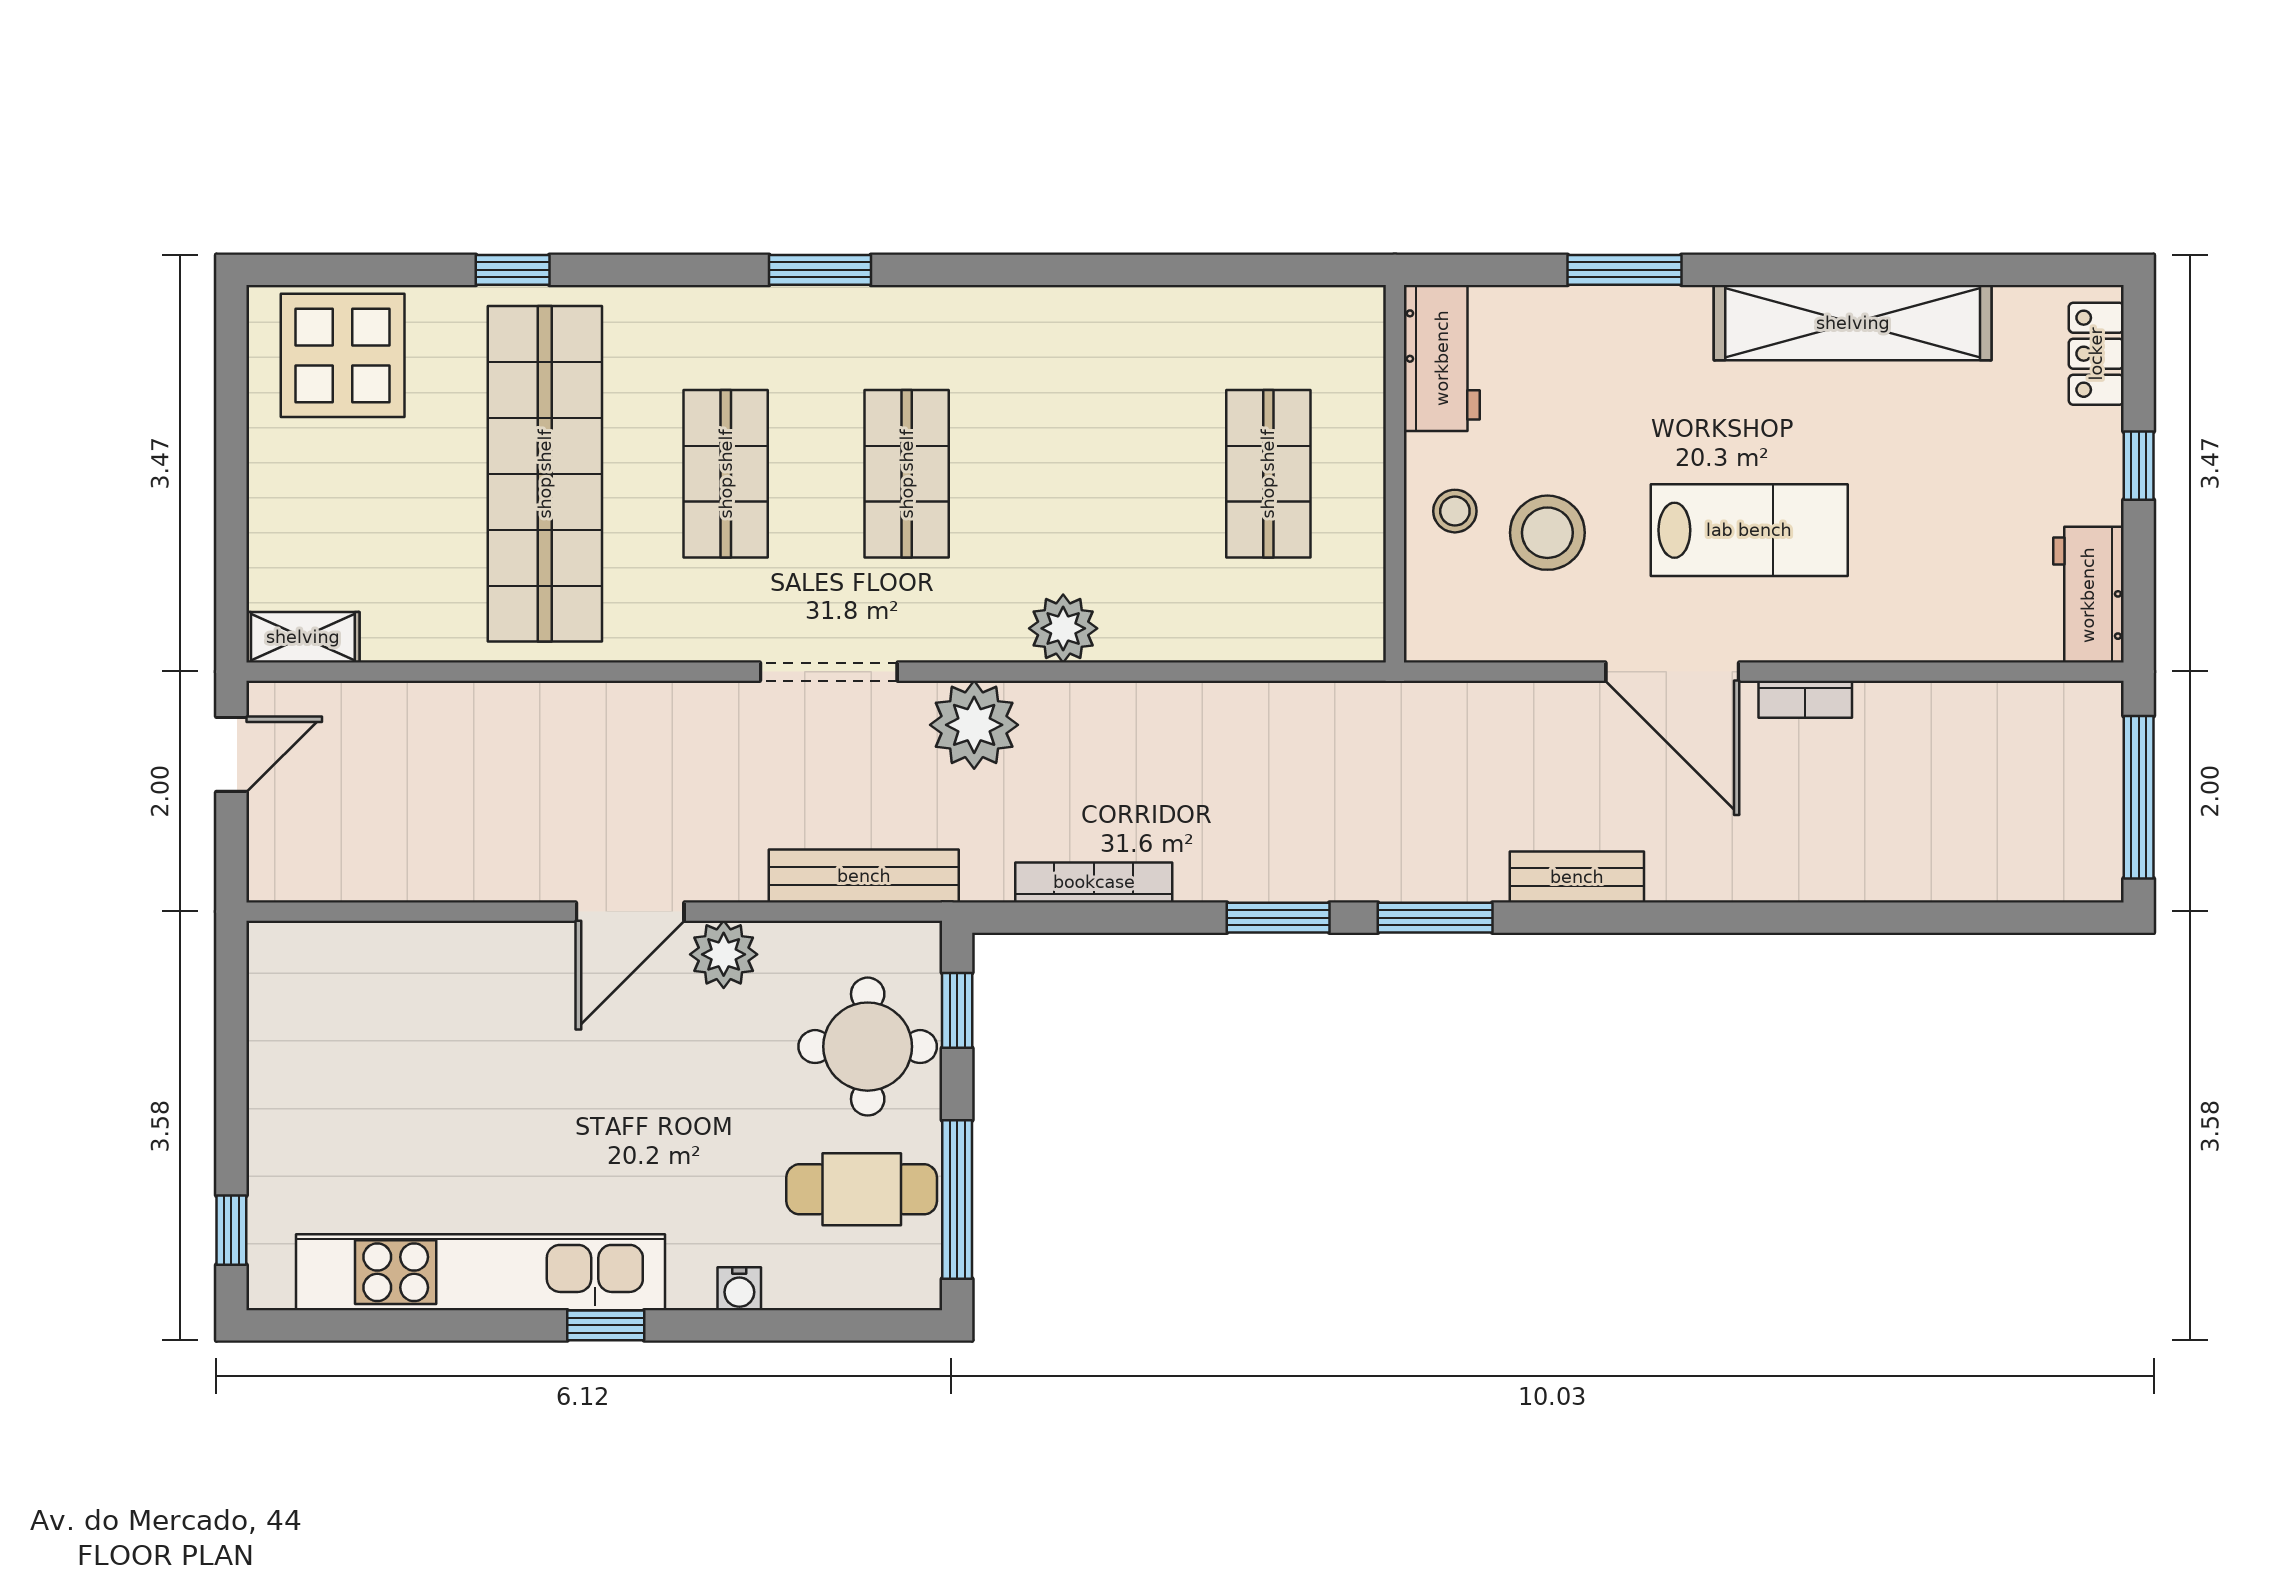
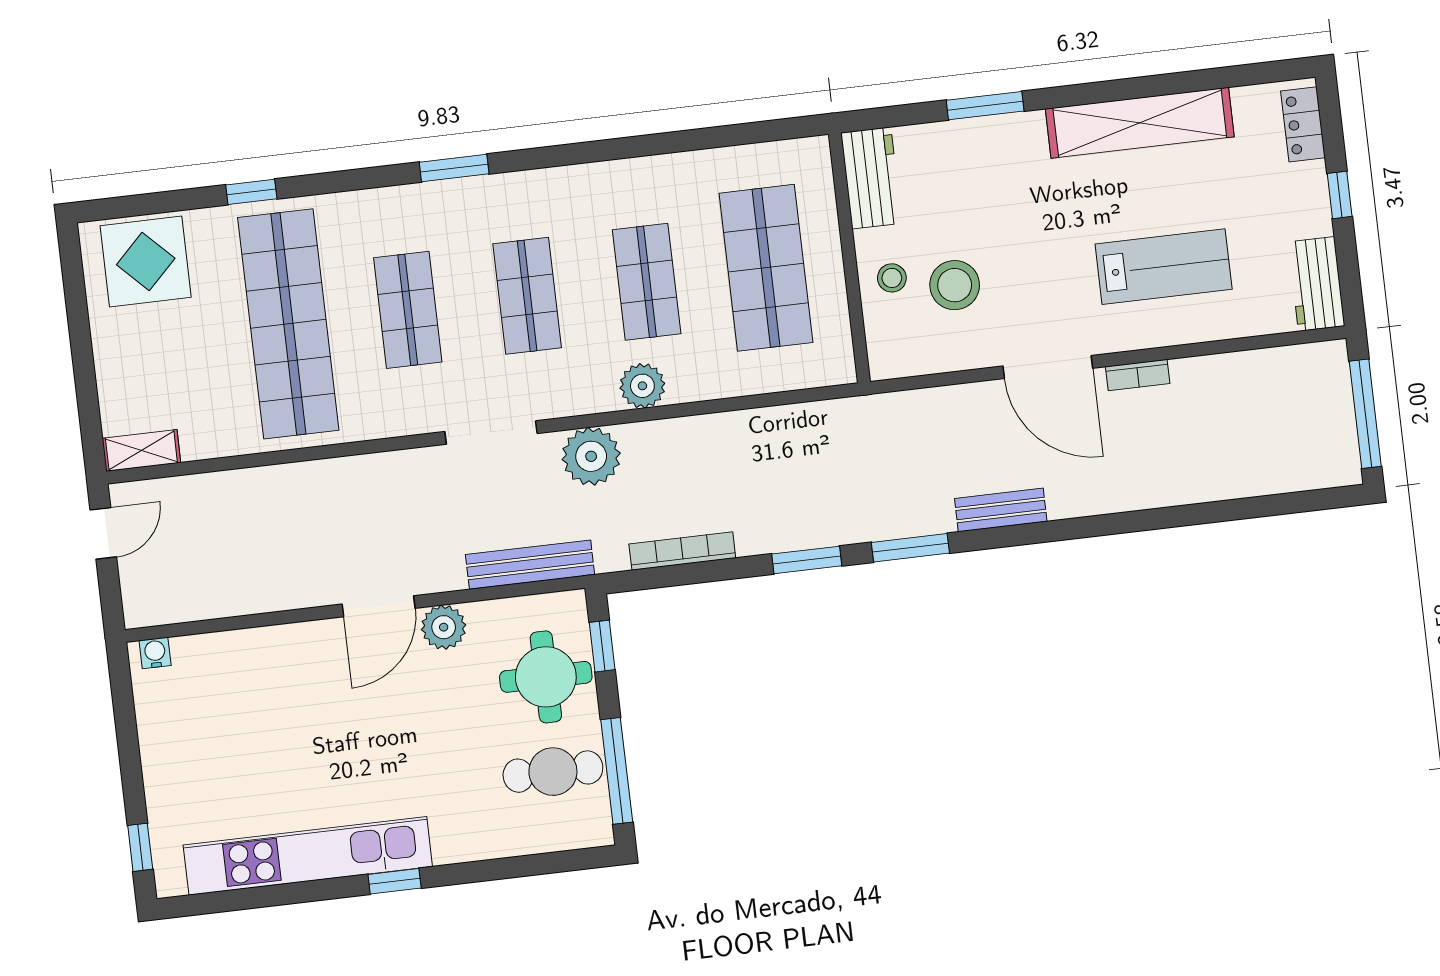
shop shelf: (1088, 474) -> (647, 282), added
shop shelf: (1268, 474) -> (766, 268), width x1.43, depth x1.36
lab bench: (1749, 530) -> (1164, 267), moved
water cooler: (739, 1289) -> (155, 653), moved, turned 180

